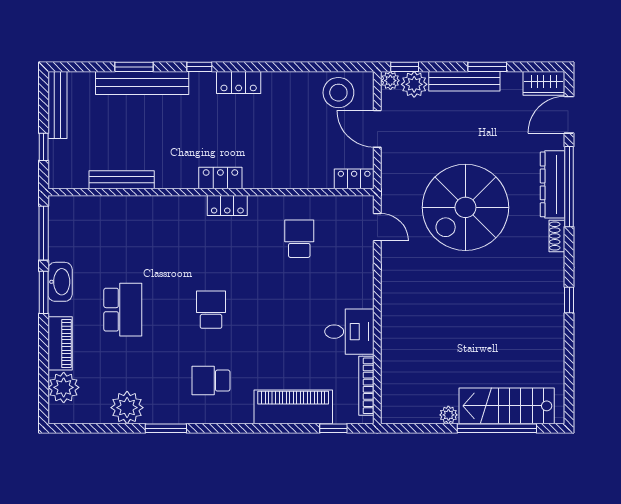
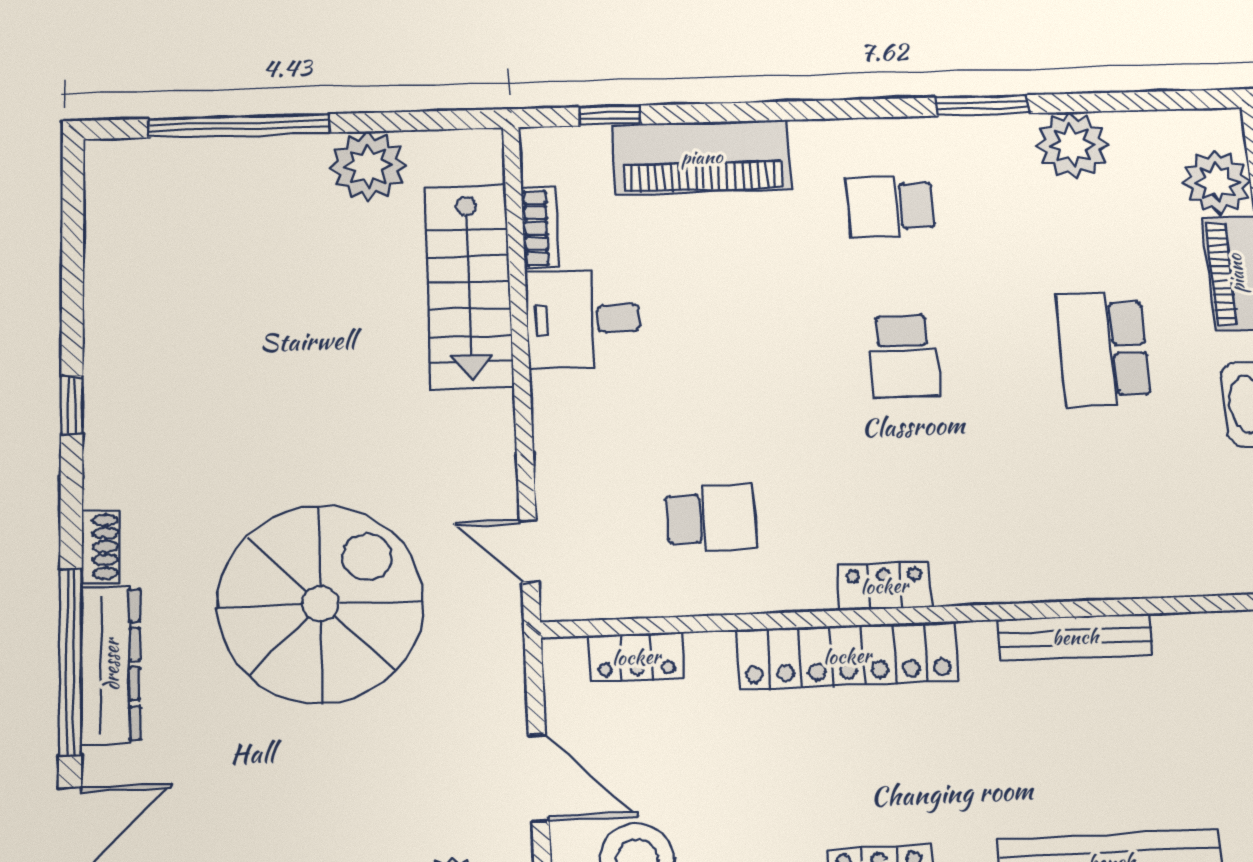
locker: (220, 178) -> (847, 656), width x2.16, depth x1.21
locker: (354, 179) -> (636, 657), moved
bench: (122, 180) -> (1075, 637), moved
school desk: (299, 239) -> (711, 518), turned -90
school desk: (211, 381) -> (891, 206), turned 180
bookcase: (366, 386) -> (540, 228), width x0.64
stairs: (507, 406) -> (469, 287), moved, turned 90
plant: (448, 415) -> (368, 166), width x1.87, depth x1.87

